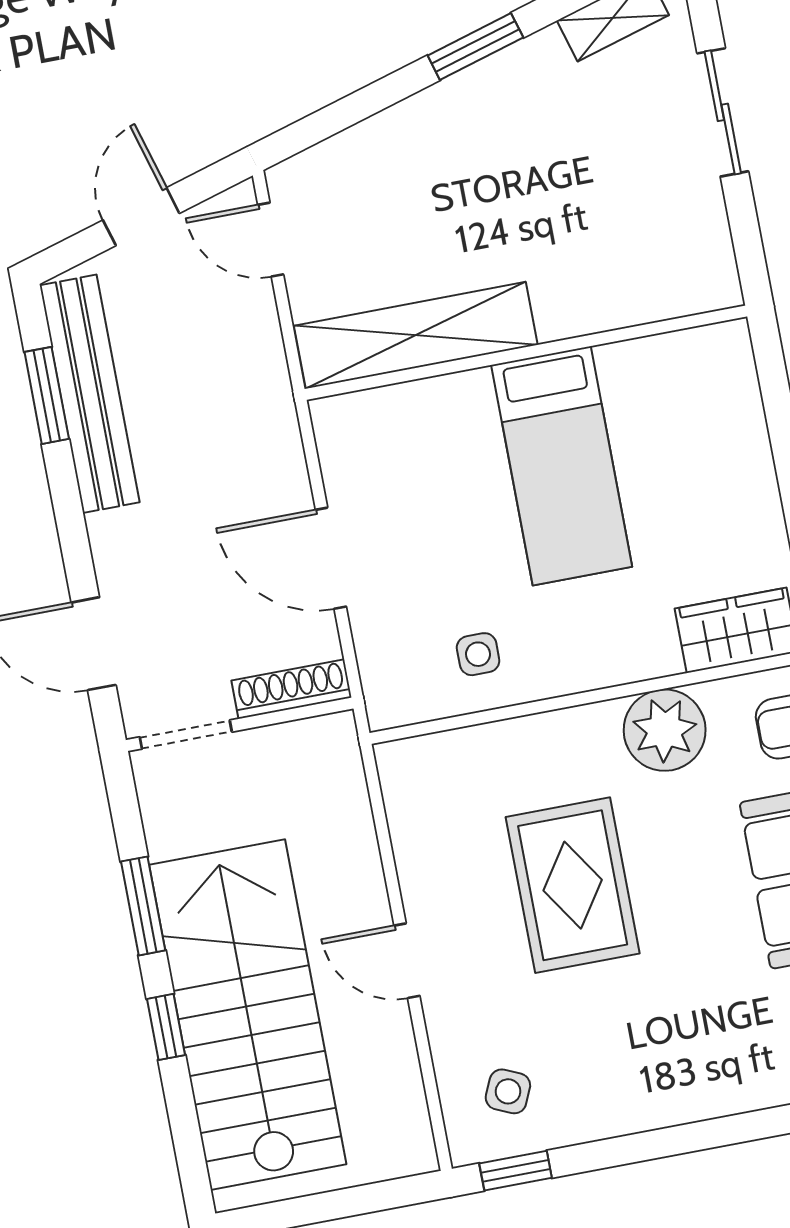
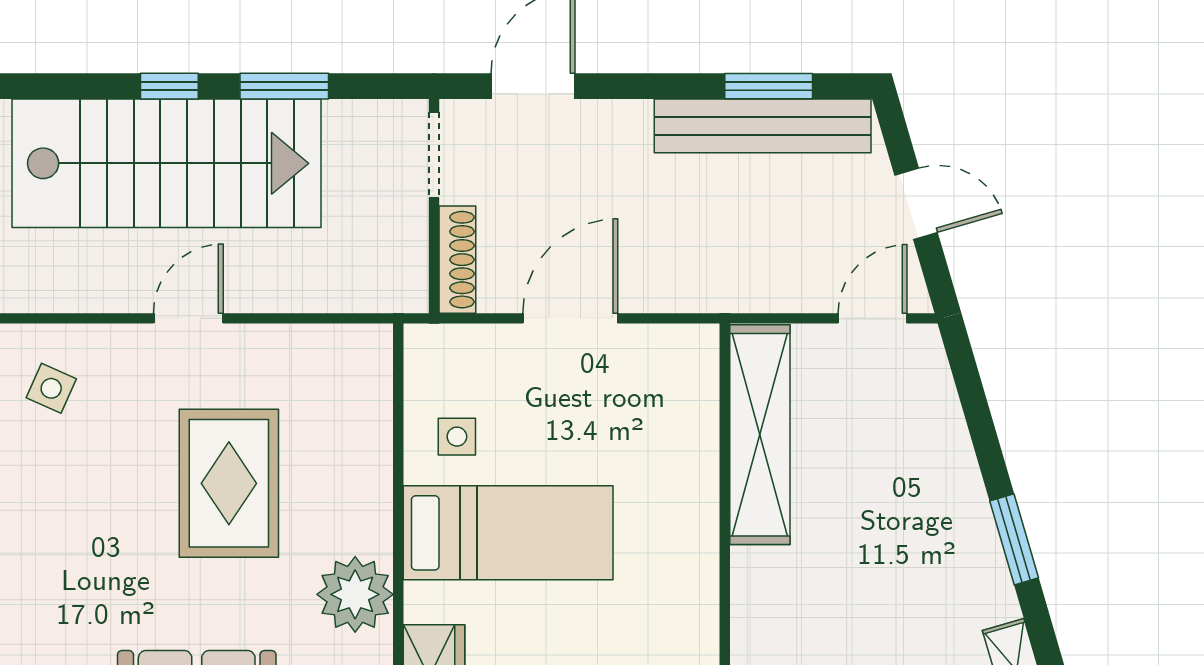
bed: (562, 466) -> (508, 533), moved, turned 180
rug: (573, 885) -> (229, 483), turned 90

